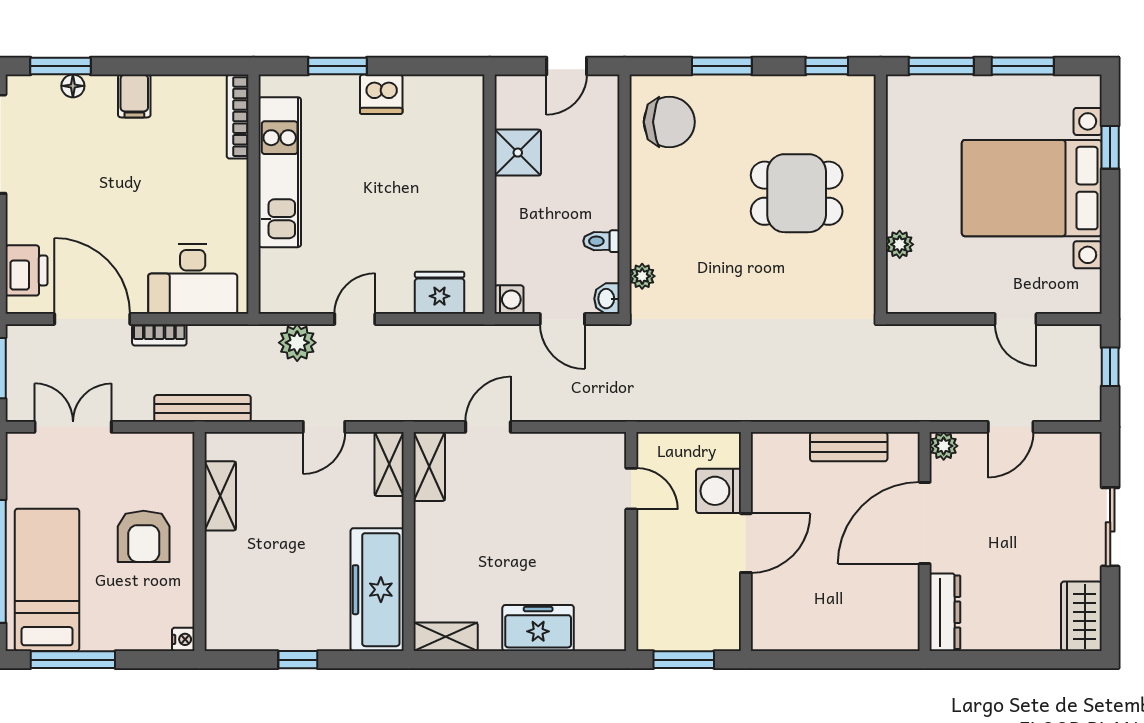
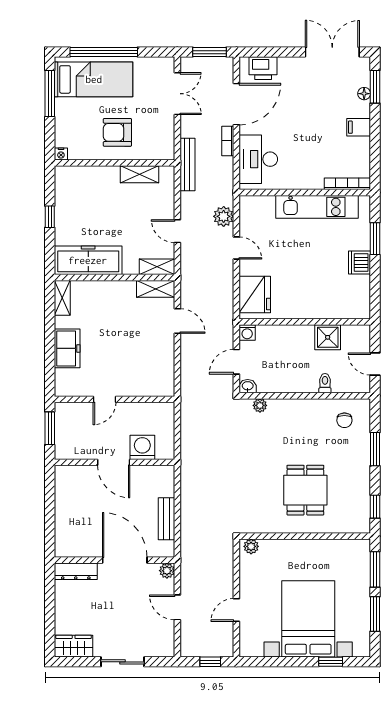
chair: (669, 122) -> (344, 420), width x0.54, depth x0.54
toilet: (601, 241) -> (325, 383), moved
plant: (900, 244) -> (251, 546), moved
fridge: (440, 293) -> (255, 294), width x1.36, depth x1.34
door: (631, 489) -> (104, 399), moved

